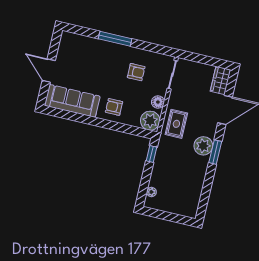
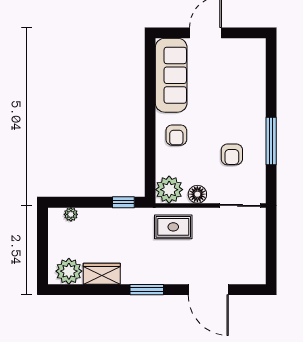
window: (115, 39) -> (271, 141), moved
wardrobe: (220, 81) -> (102, 274), moved
armchair: (114, 107) -> (176, 135), turned 180
plant: (203, 146) -> (69, 271), moved

